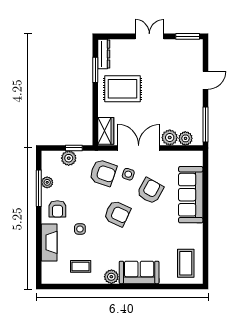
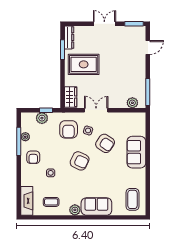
door: (205, 80) -> (148, 48), moved
plant: (170, 137) -> (120, 102), removed
double door: (139, 148) -> (96, 110), width x0.73
armchair: (103, 173) -> (69, 129), turned 71
armchair: (150, 191) -> (105, 143), turned 95
sofa: (191, 195) -> (136, 152), width x0.73
fireplace: (49, 242) -> (27, 201), moved

